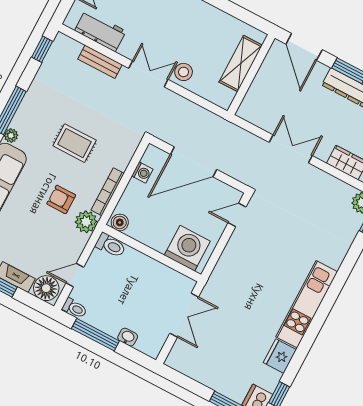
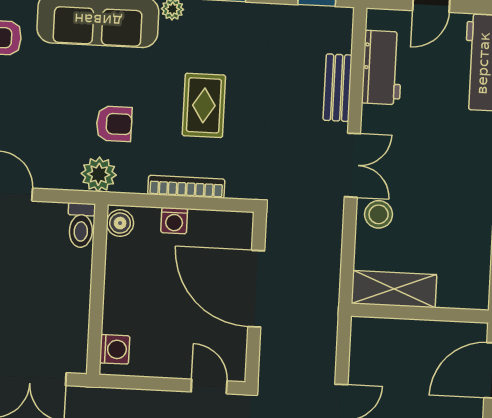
shelving: (241, 64) -> (394, 289), moved
washing machine: (142, 173) -> (174, 221), moved
bookcase: (108, 192) -> (186, 187), moved
armchair: (61, 199) -> (114, 124), turned 90
washing machine: (187, 248) -> (115, 349), width x0.53, depth x0.53

